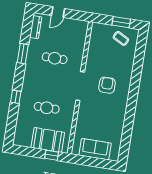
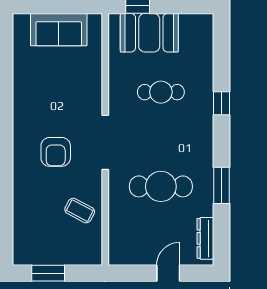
coffee table: (121, 38) -> (80, 211), moved
cafe table: (55, 58) -> (161, 186), width x1.37, depth x1.35

